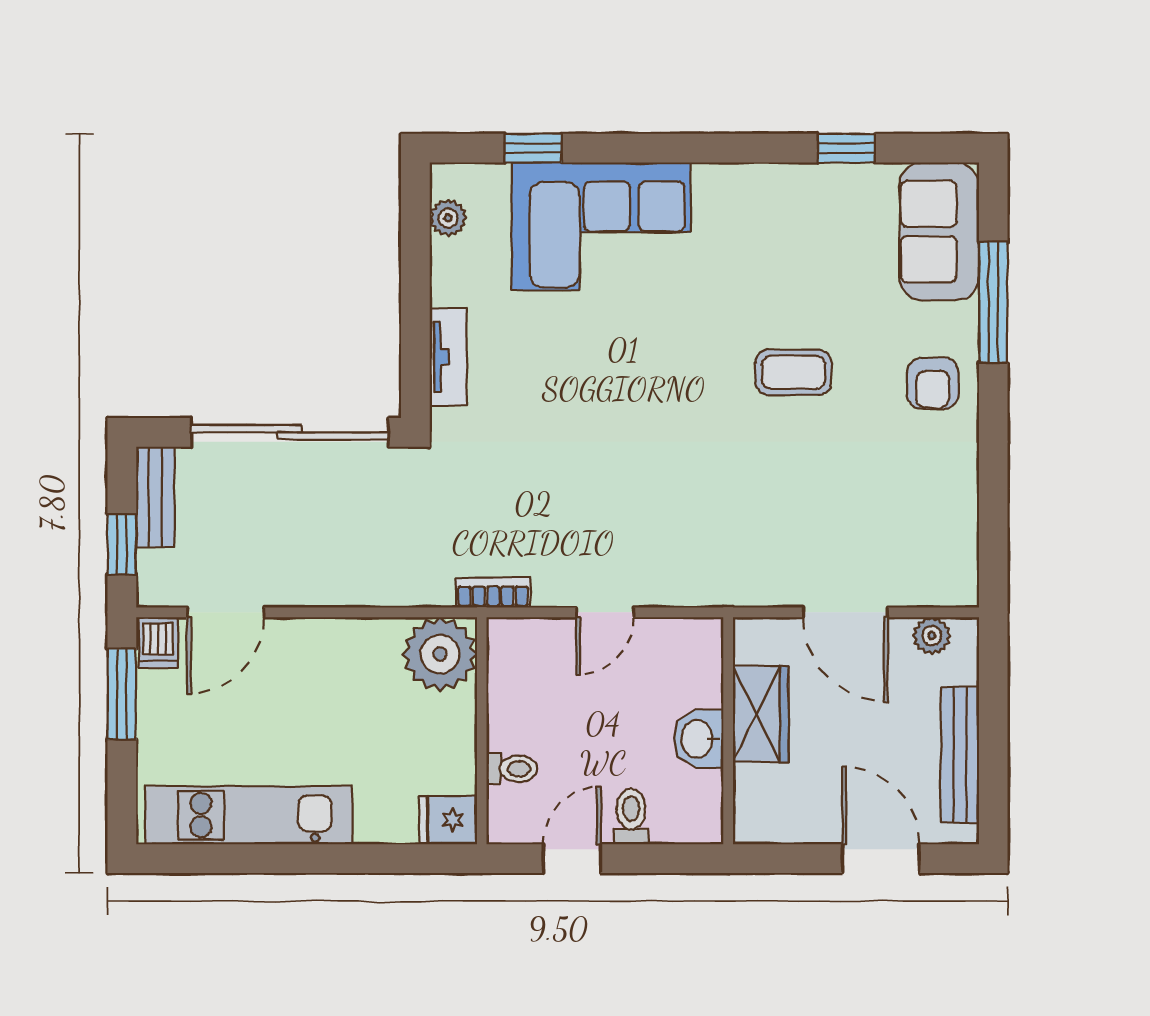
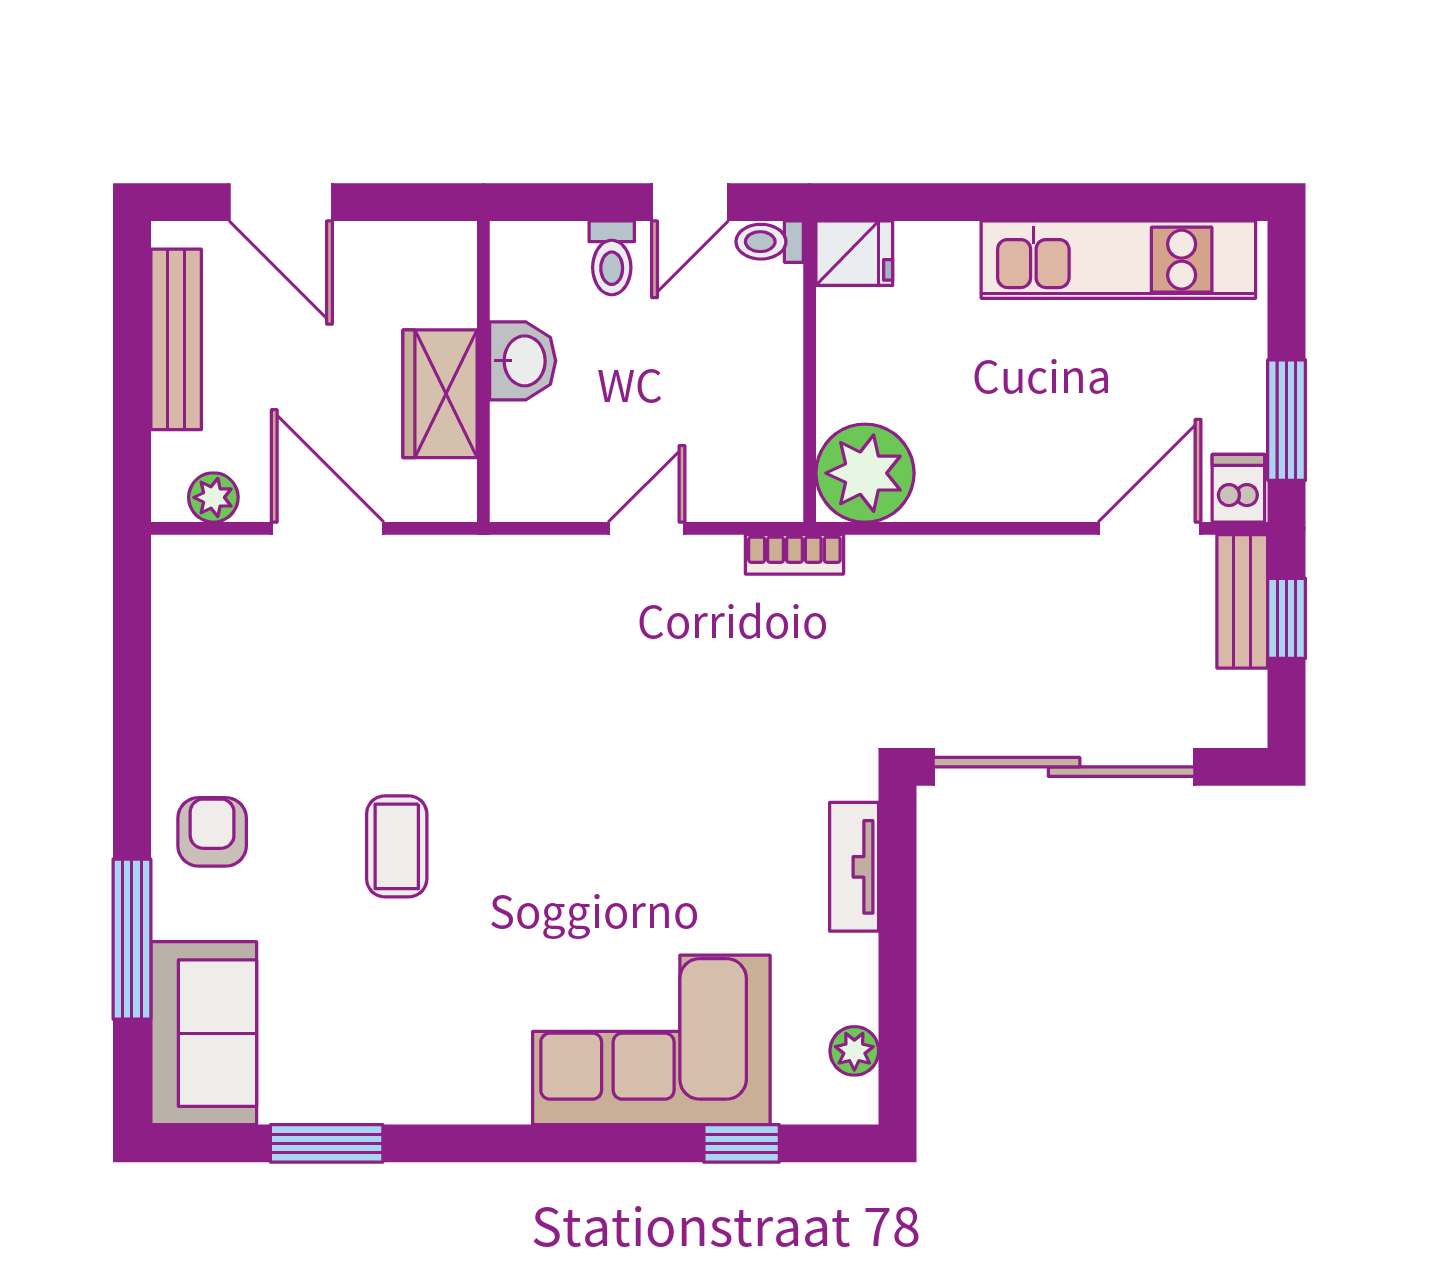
window: (846, 148) -> (327, 1143), width x1.50
coffee table: (793, 372) -> (397, 846), turned 90
bench: (155, 497) -> (1242, 601), moved
toilet: (512, 769) -> (770, 242), moved

